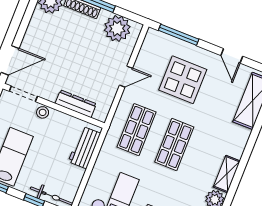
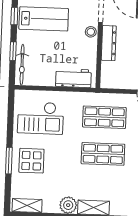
dresser: (76, 104) -> (109, 43), moved

